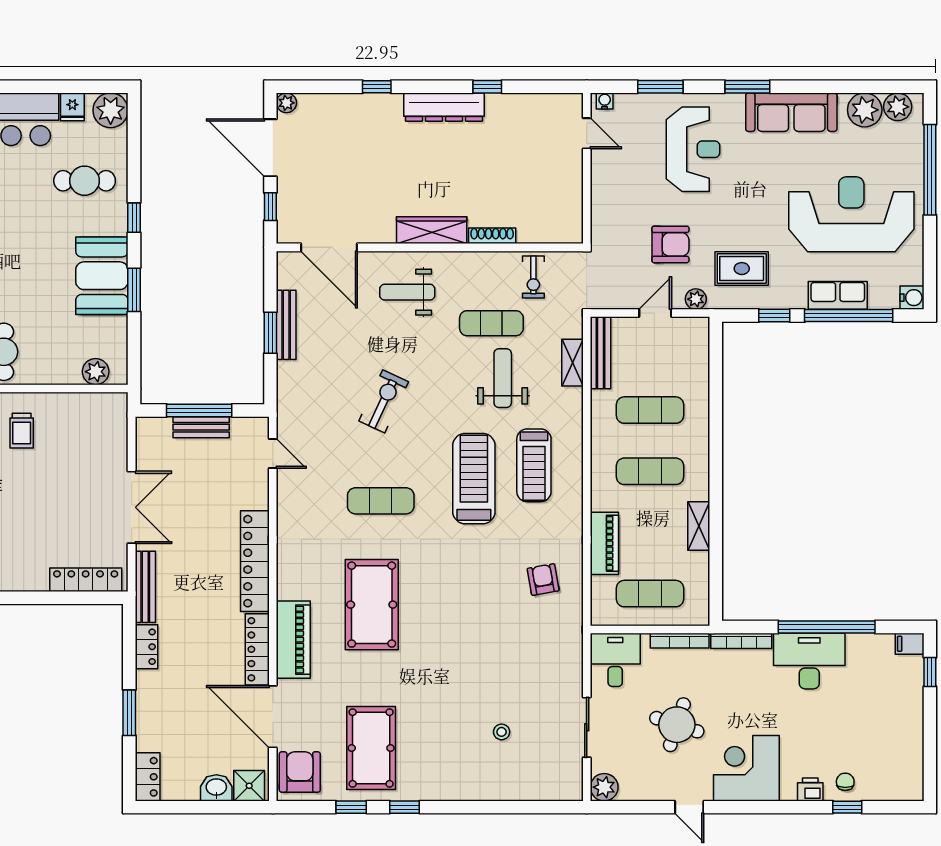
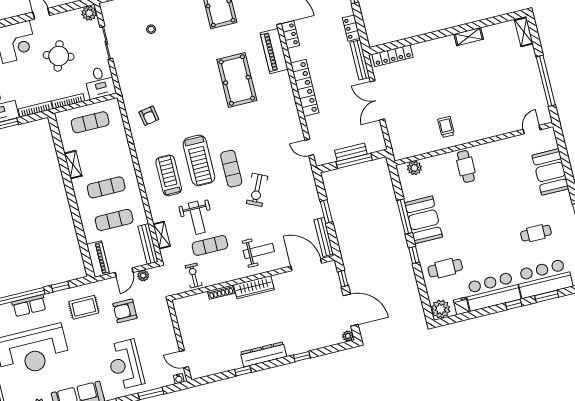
window: (134, 290) -> (405, 217), width x1.44
plant: (696, 299) -> (143, 276), moved
bench: (286, 325) -> (324, 237), moved
exercise mat: (381, 501) -> (231, 169), moved, turned 90
piano: (604, 543) -> (98, 259), moved, turned 180
locker: (257, 649) -> (290, 35), width x0.66

